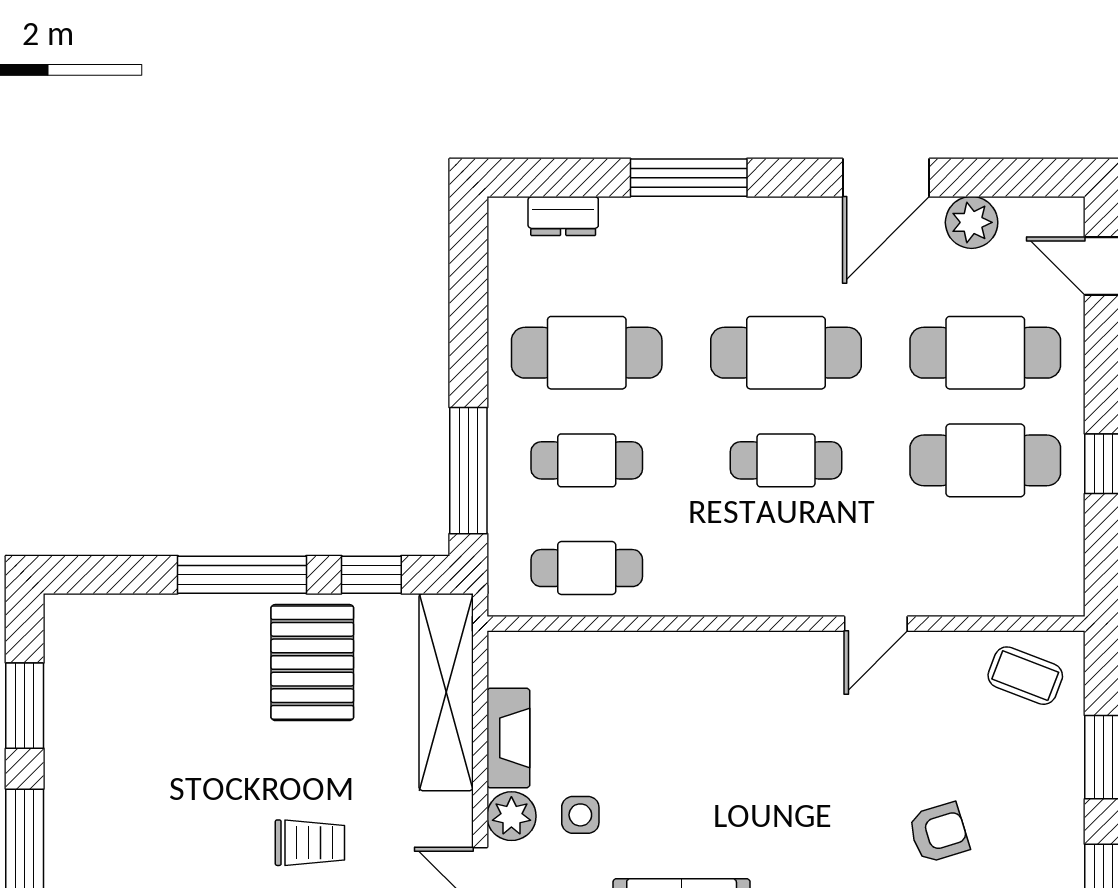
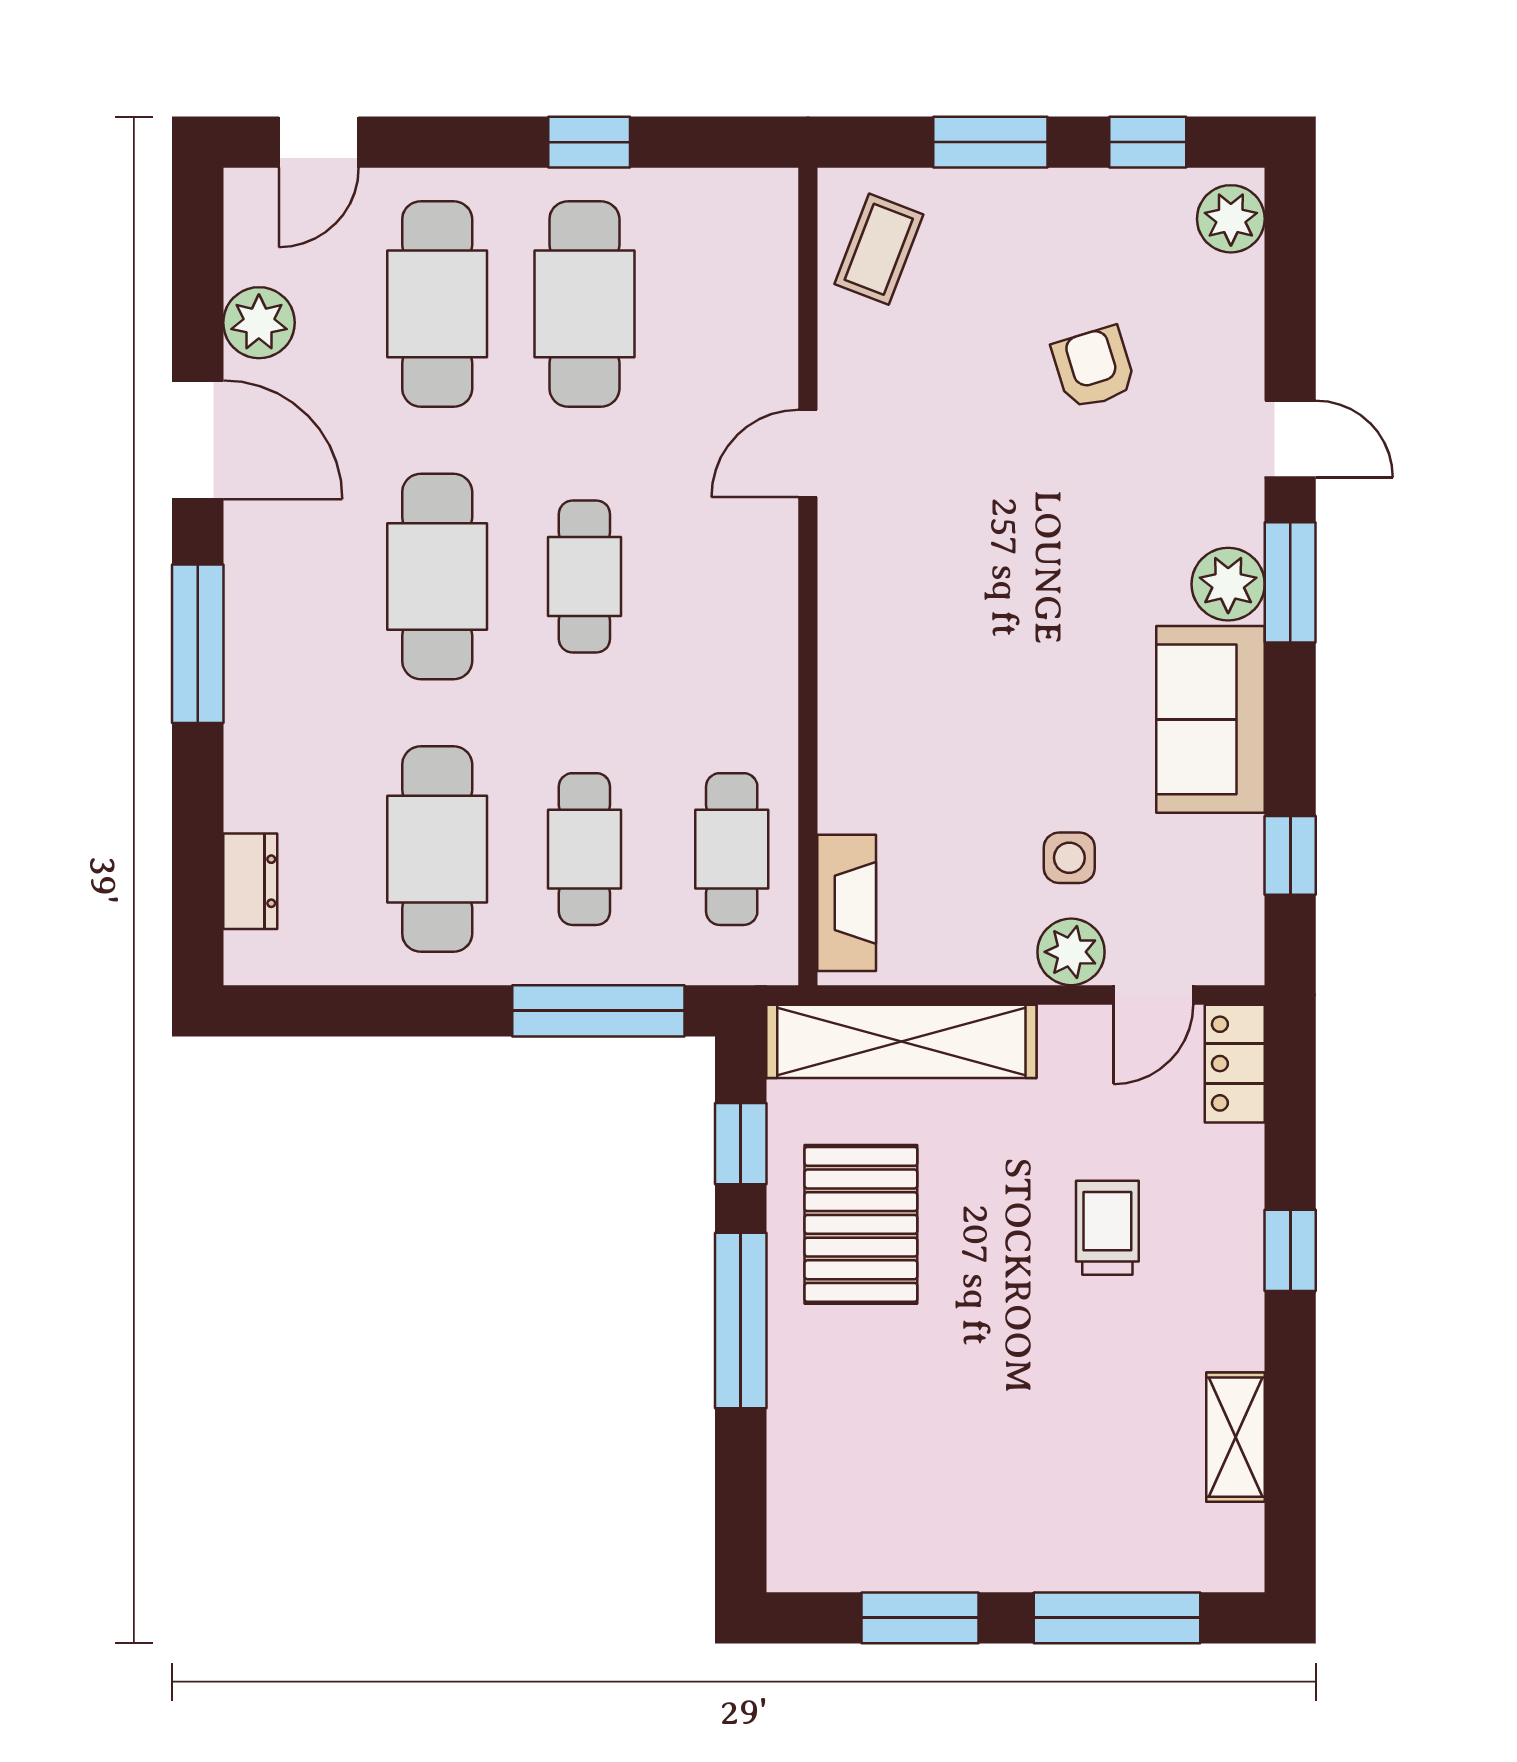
window: (689, 178) -> (198, 644), moved
door: (876, 624) -> (808, 453), swing flipped
pallet: (312, 663) -> (861, 1224), turned 90
fireplace: (508, 738) -> (847, 903), moved, turned 90

